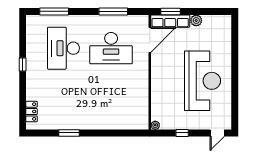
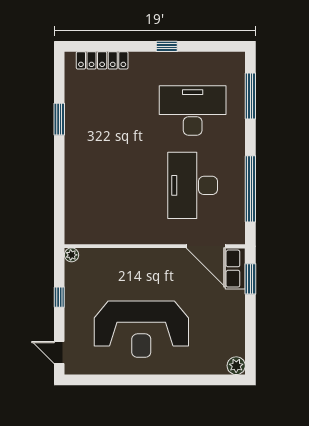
window: (113, 11) -> (250, 189), width x1.46
plant: (196, 20) -> (236, 366), moved
row of seats: (170, 21) -> (235, 269), width x0.68
locker: (32, 112) -> (102, 60), width x1.53

